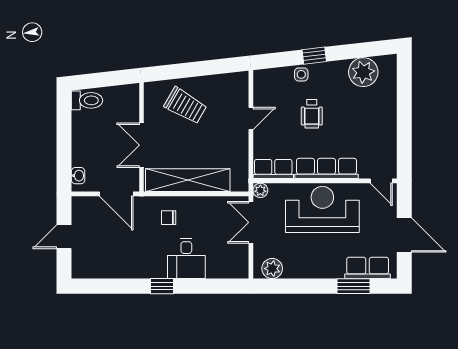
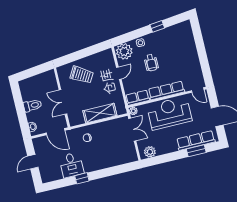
window: (314, 56) -> (157, 26), moved
plant: (363, 72) -> (124, 51), moved
toilet: (87, 100) -> (33, 105), moved
shelving: (188, 180) -> (100, 113), width x0.68
double door: (251, 222) -> (132, 130), swing flipped
desk: (186, 258) -> (71, 165), moved
row of seats: (368, 268) -> (196, 140), width x1.48
window: (162, 286) -> (82, 178), moved

